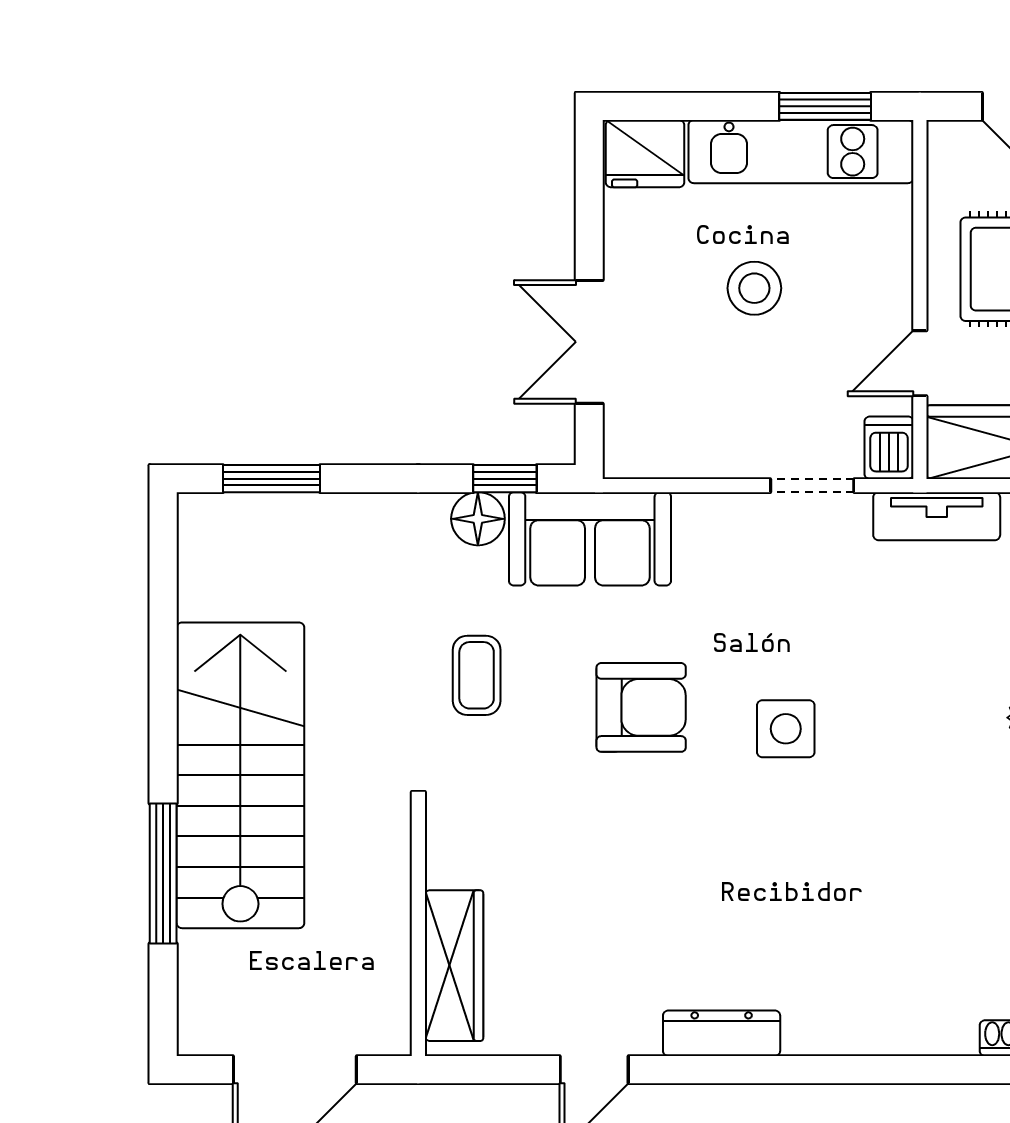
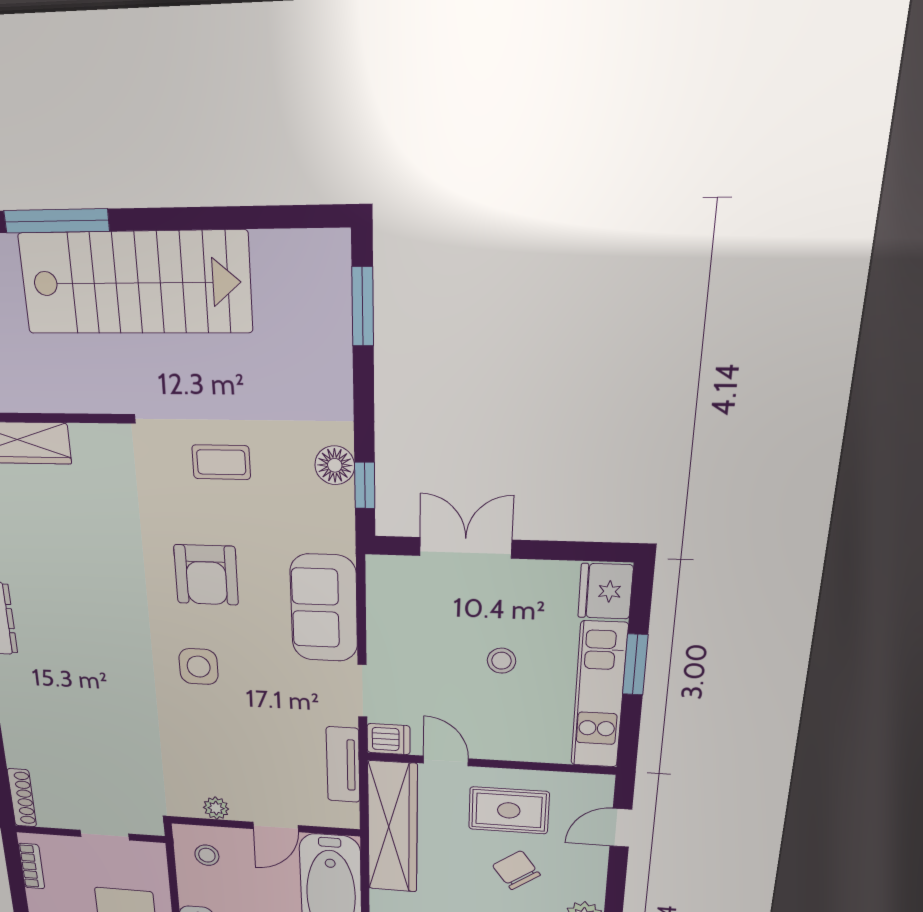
window: (825, 106) -> (635, 665), moved
stool: (754, 288) -> (501, 661), width x0.73, depth x0.73
sofa: (590, 539) -> (324, 608), moved

